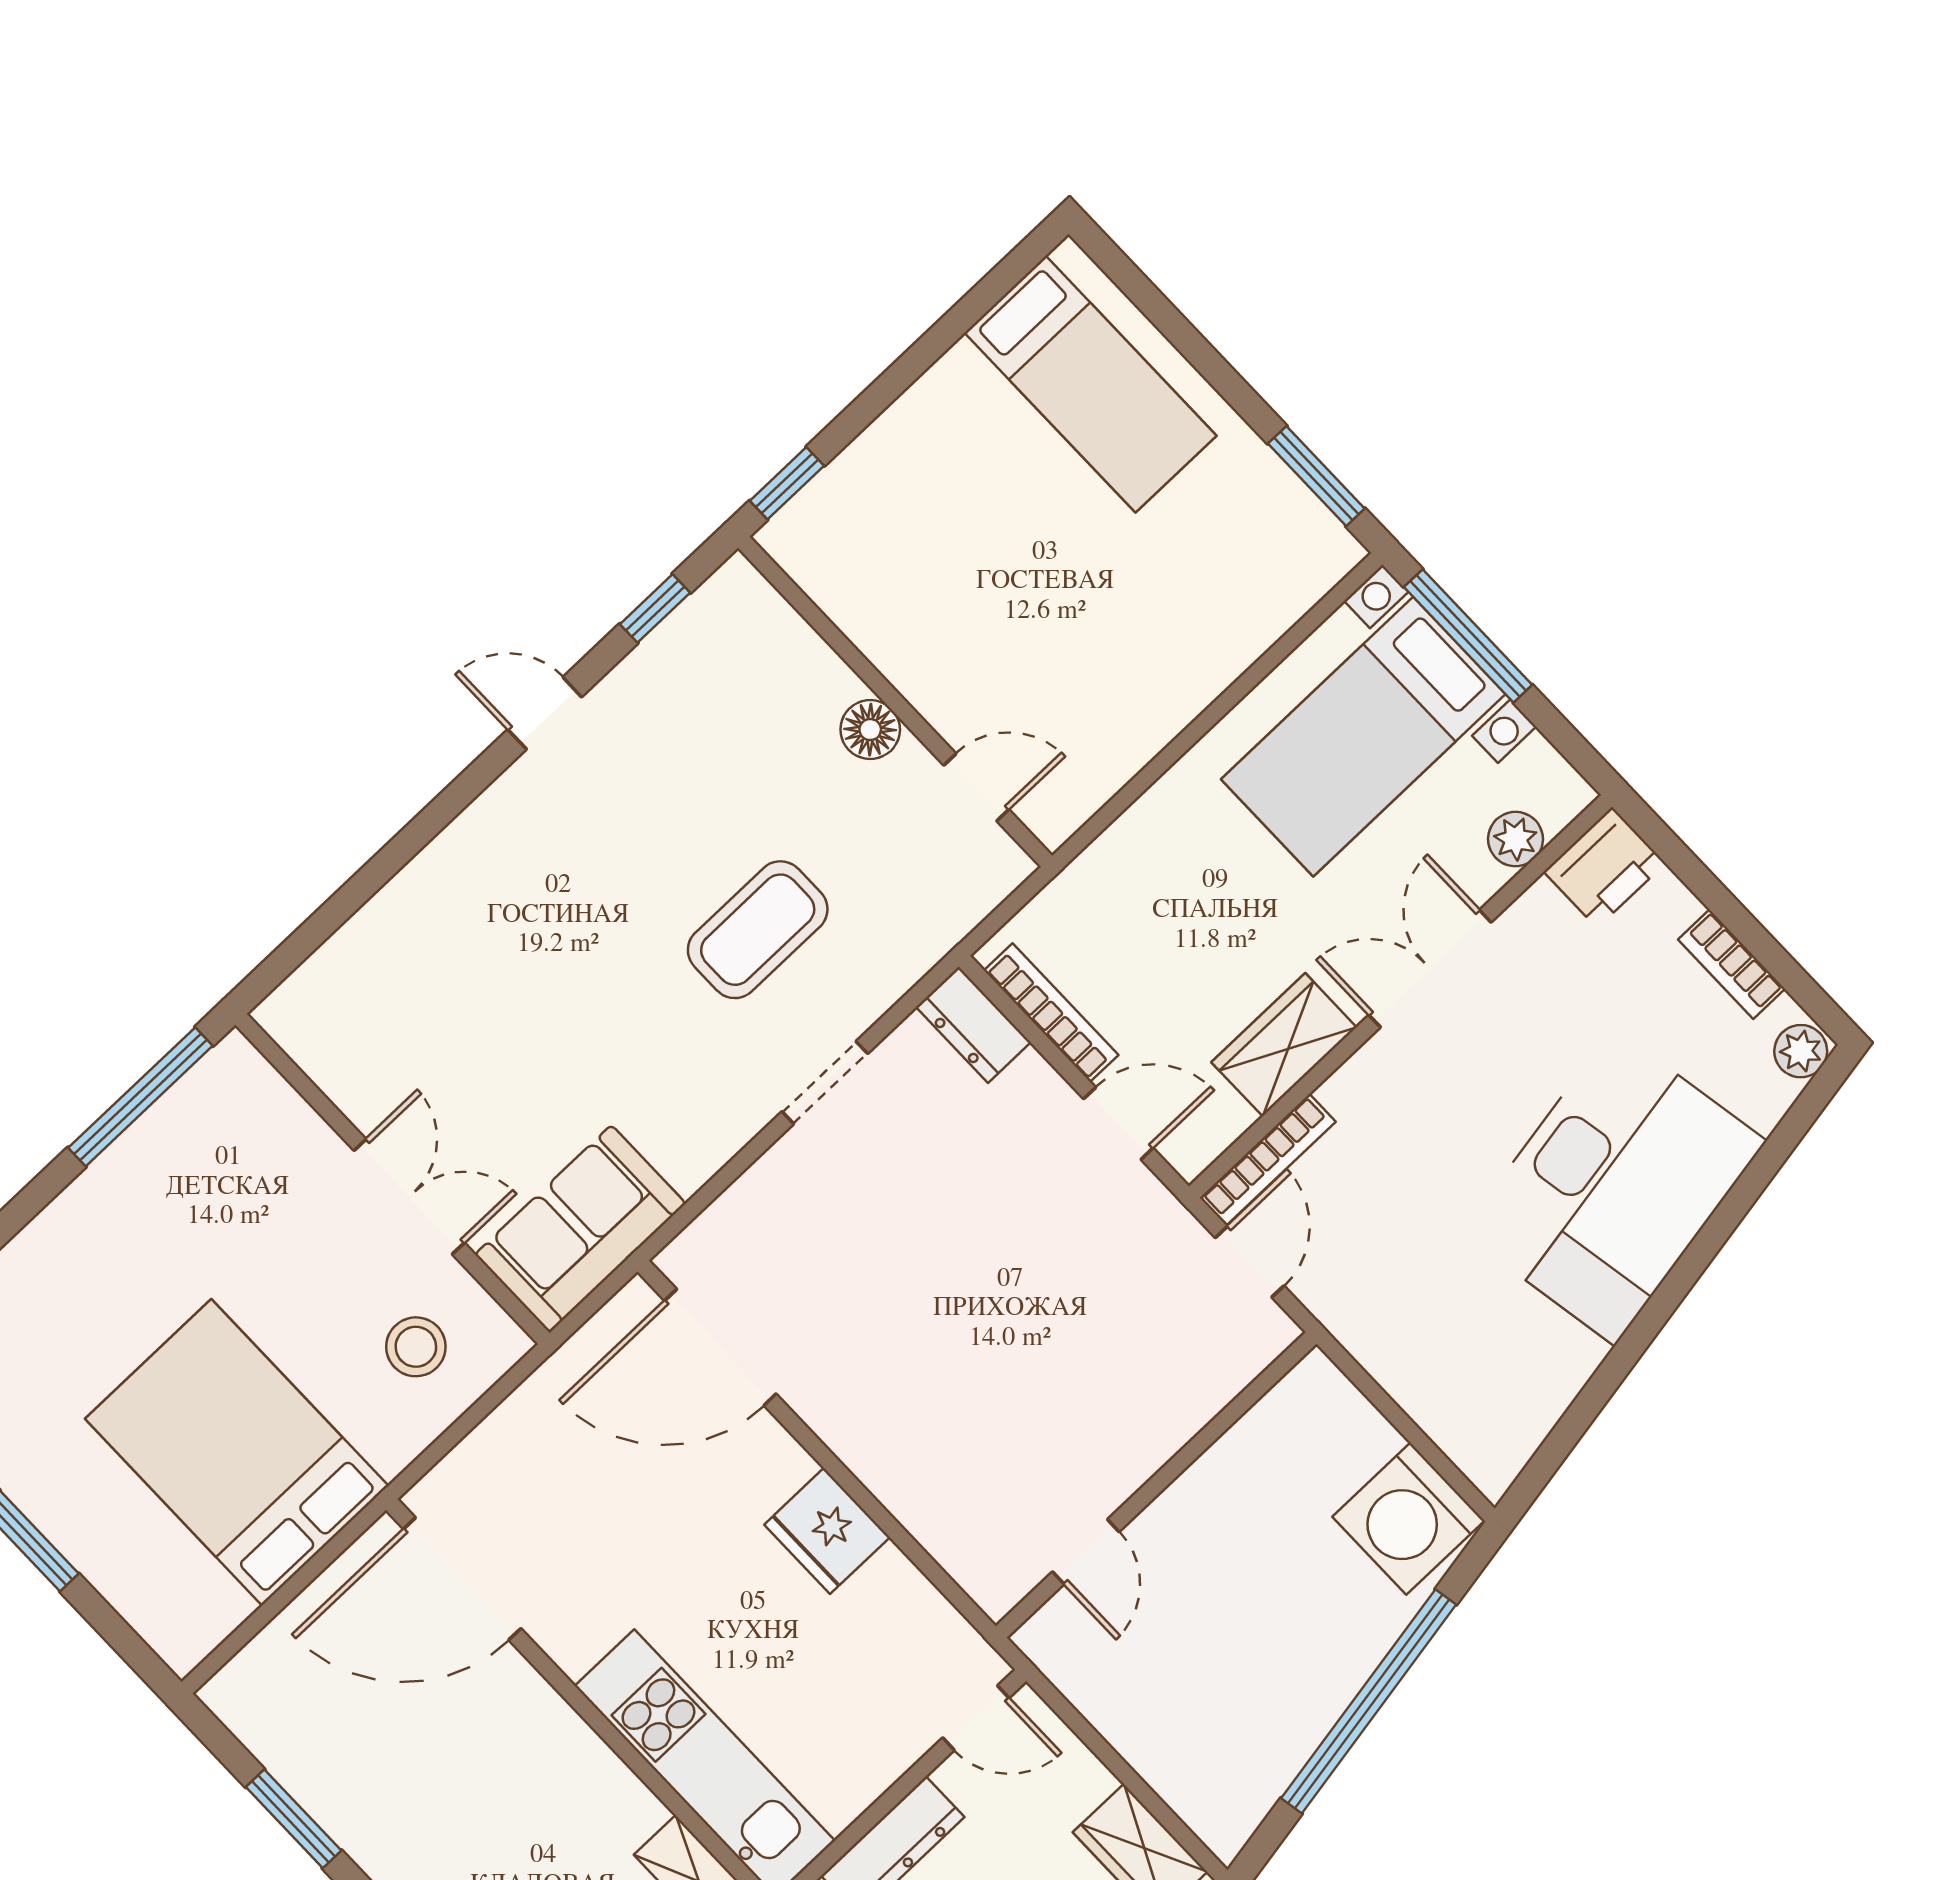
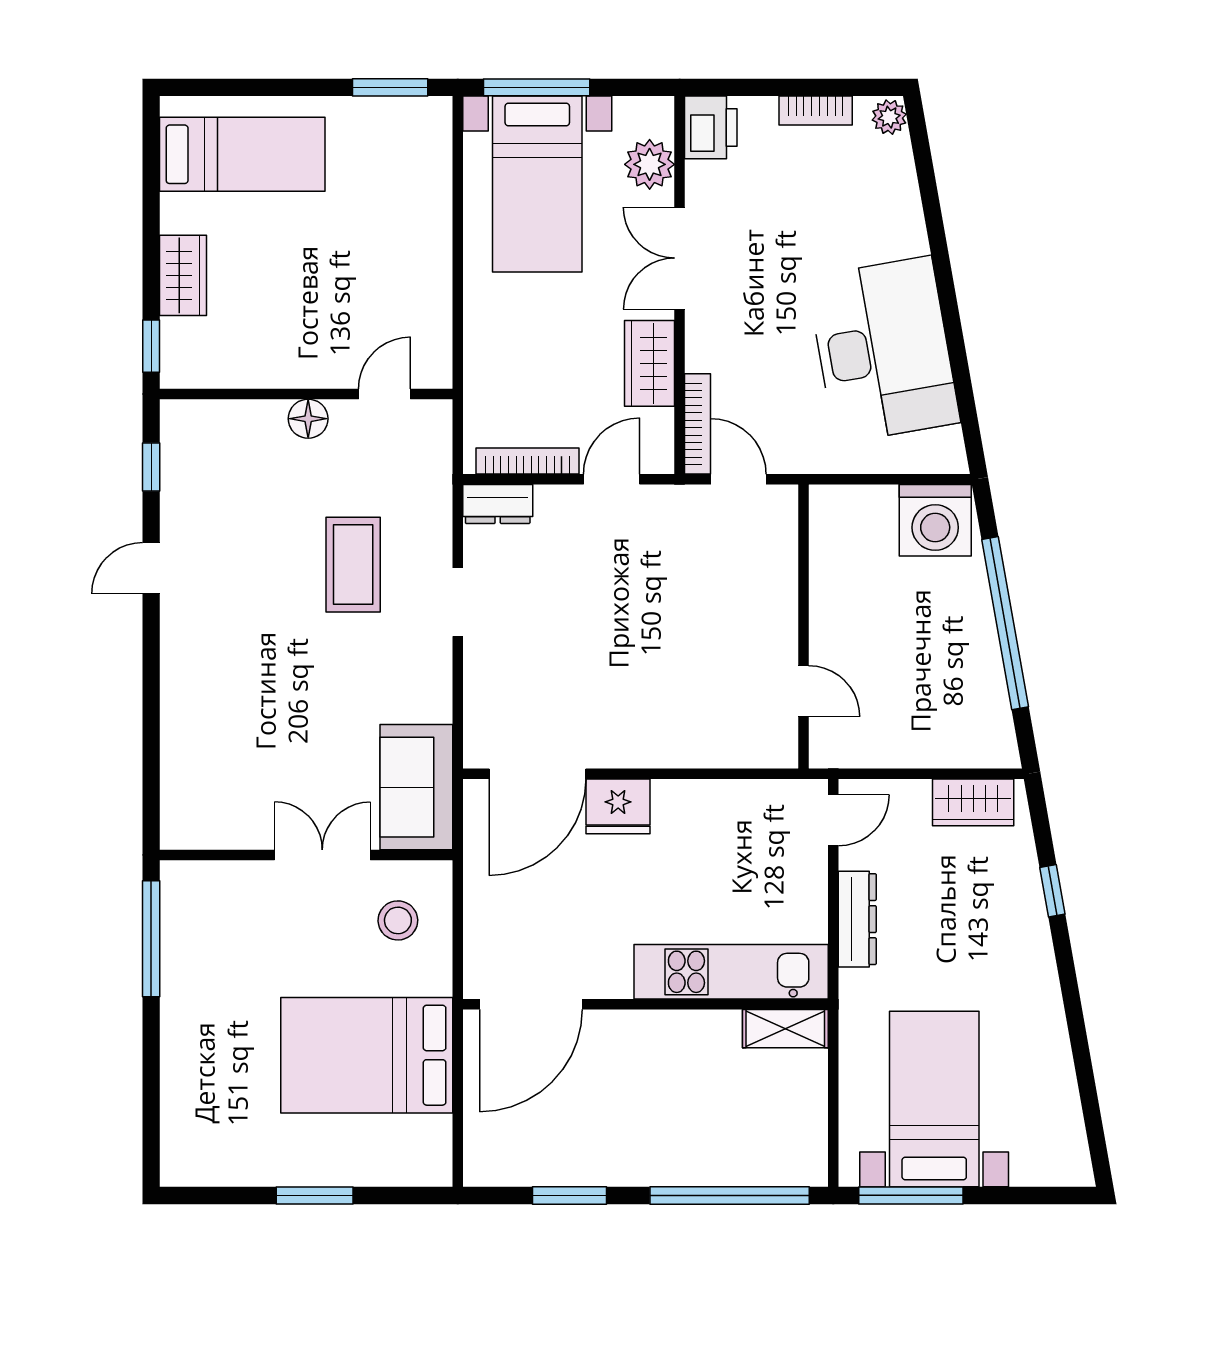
wardrobe: (897, 445) -> (183, 275), added
plant: (1516, 839) -> (650, 164), width x1.38, depth x1.38
desk: (1614, 1187) -> (883, 350), moved
fridge: (827, 1531) -> (618, 806), moved

